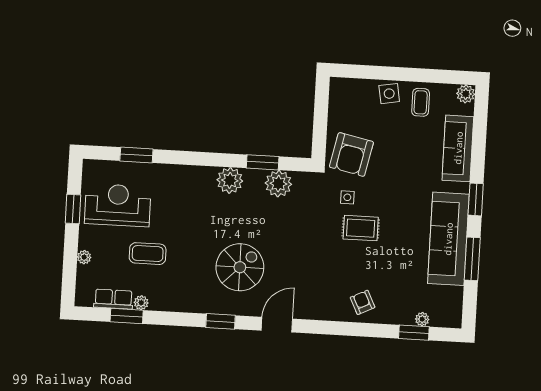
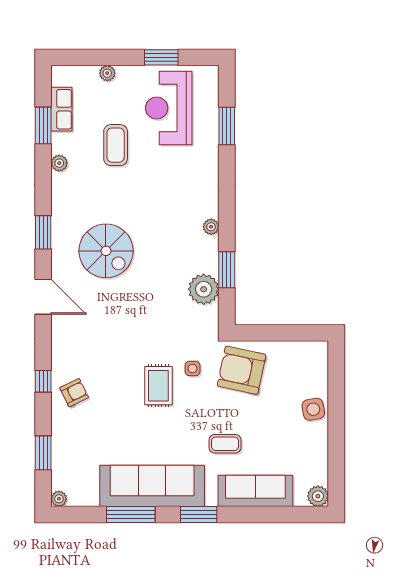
coffee table: (421, 102) -> (225, 444), moved
plant: (230, 180) -> (211, 227), width x0.53, depth x0.53
reception desk: (118, 205) -> (169, 108), turned 180
plant: (141, 303) -> (59, 163), moved
plant: (422, 319) -> (59, 499), moved
window: (351, 329) -> (43, 381), added

